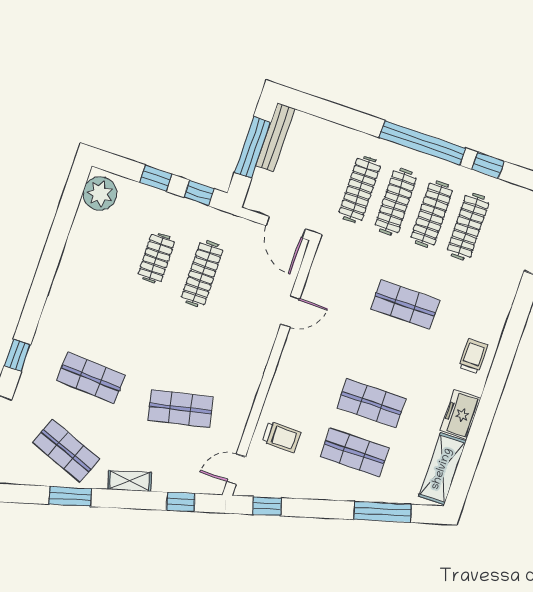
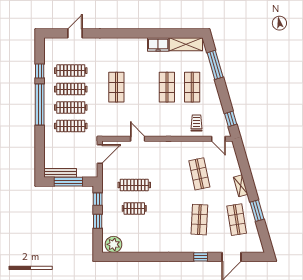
trolley: (473, 356) -> (130, 48), removed
shop shelf: (66, 451) -> (237, 220), turned -30
window: (181, 502) -> (242, 159), removed

